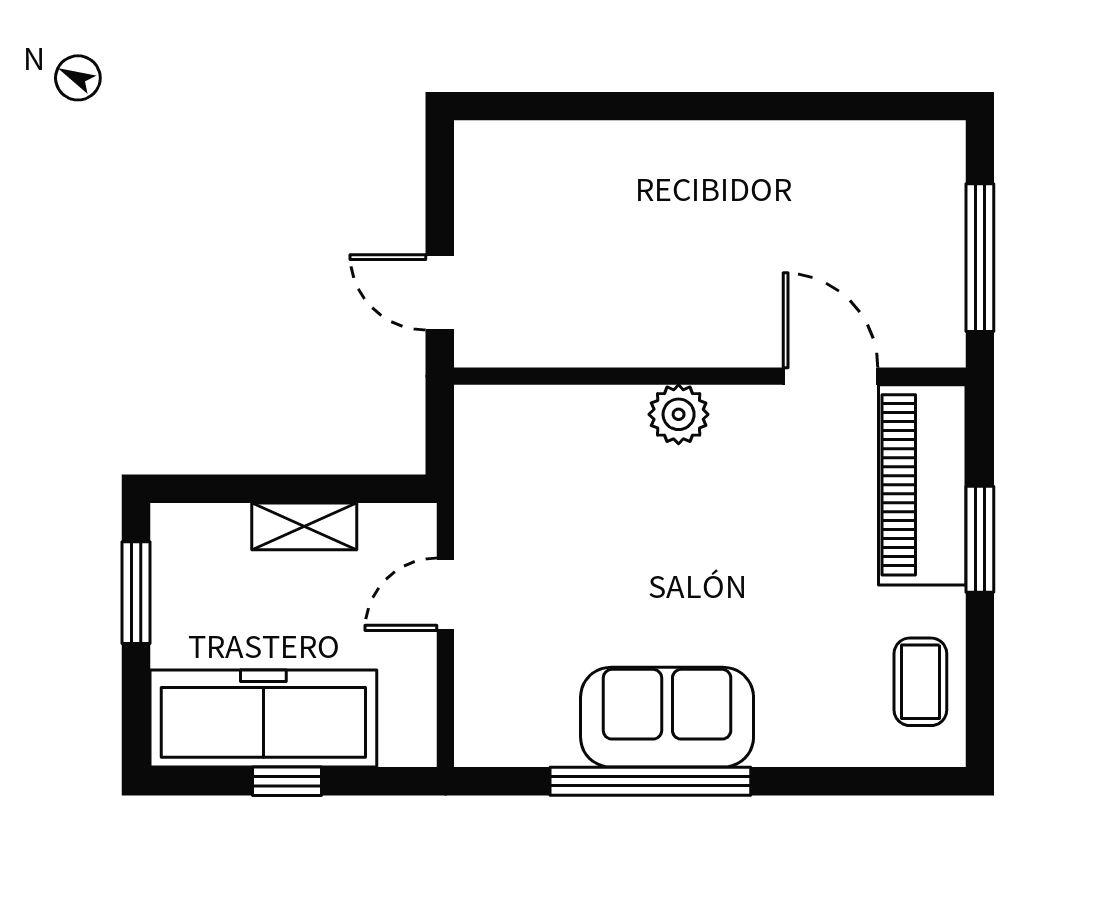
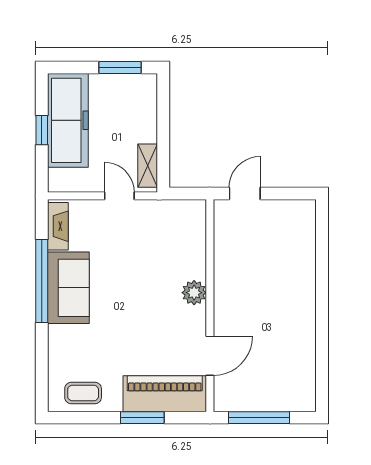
shelving: (304, 526) -> (148, 166), moved
fireplace: (518, 743) -> (58, 226), added

